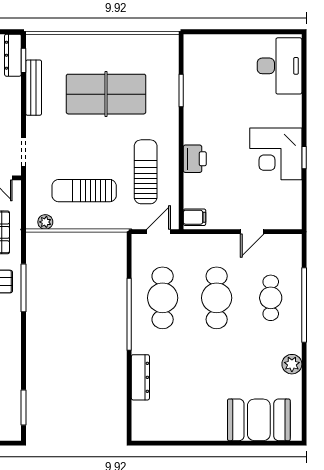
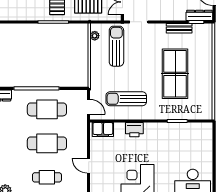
bench: (34, 88) -> (179, 28), width x0.73
sun lounger: (146, 172) -> (126, 99), turned 180
sun lounger: (84, 191) -> (116, 46), moved
filing cabinet: (195, 217) -> (103, 129), width x2.00

